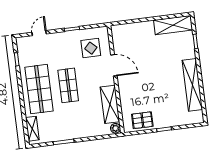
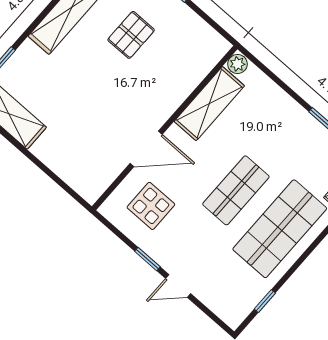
door: (39, 33) -> (178, 286), moved
door: (114, 65) -> (146, 149), swing flipped
pallet: (142, 120) -> (131, 35), moved, turned 90

